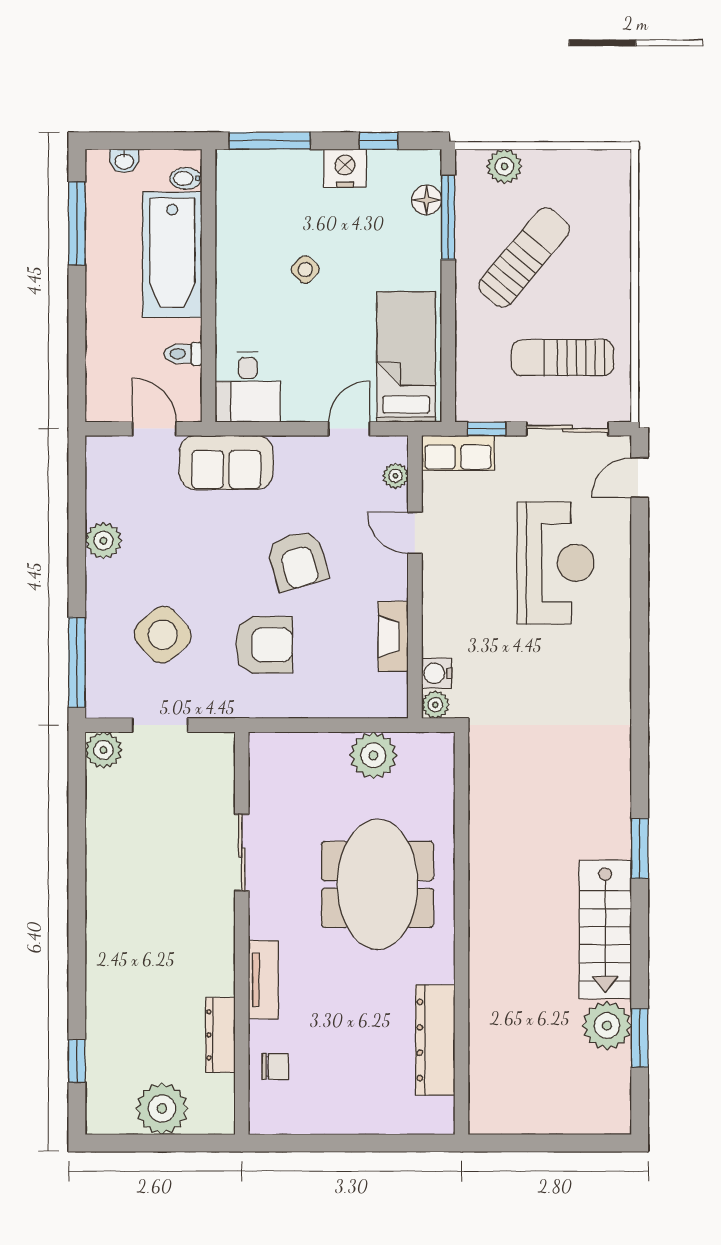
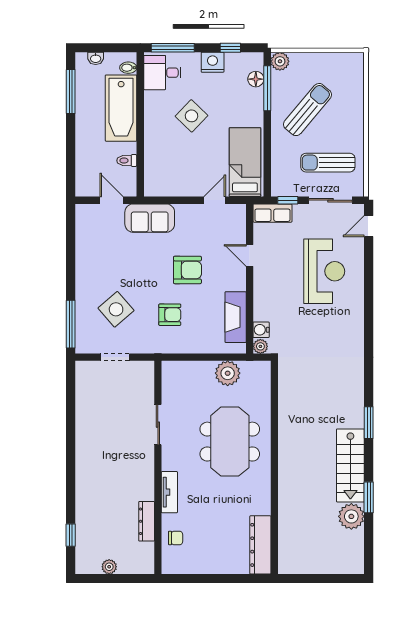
plant: (504, 166) -> (280, 61), moved
side table: (305, 269) -> (192, 116), width x1.87, depth x1.87
desk: (248, 387) -> (162, 73), moved, turned 90
plant: (395, 476) -> (239, 225), removed
plant: (103, 541) -> (85, 260), removed
armchair: (297, 560) -> (187, 270), turned -73
fireplace: (393, 636) -> (236, 317), width x1.37, depth x1.32
armchair: (264, 645) -> (170, 315), width x0.72, depth x0.72
plant: (103, 750) -> (85, 370), removed
window: (640, 1038) -> (369, 497), moved
dresser: (435, 1040) -> (260, 545), moved
plant: (162, 1109) -> (109, 567), width x0.53, depth x0.53

